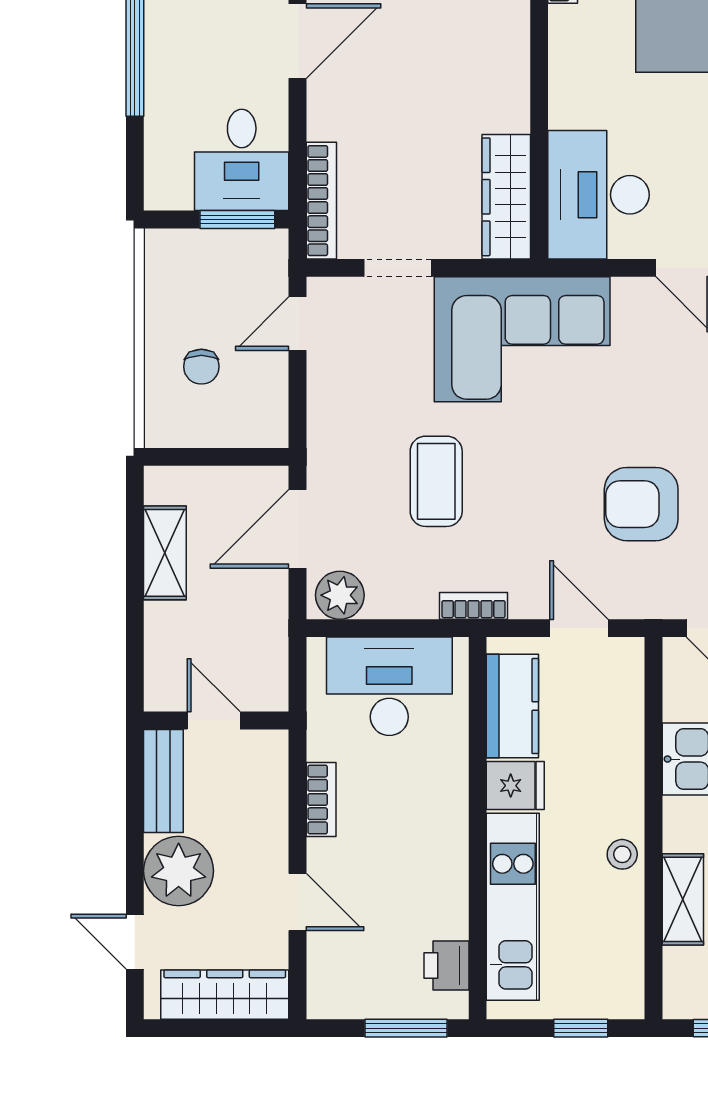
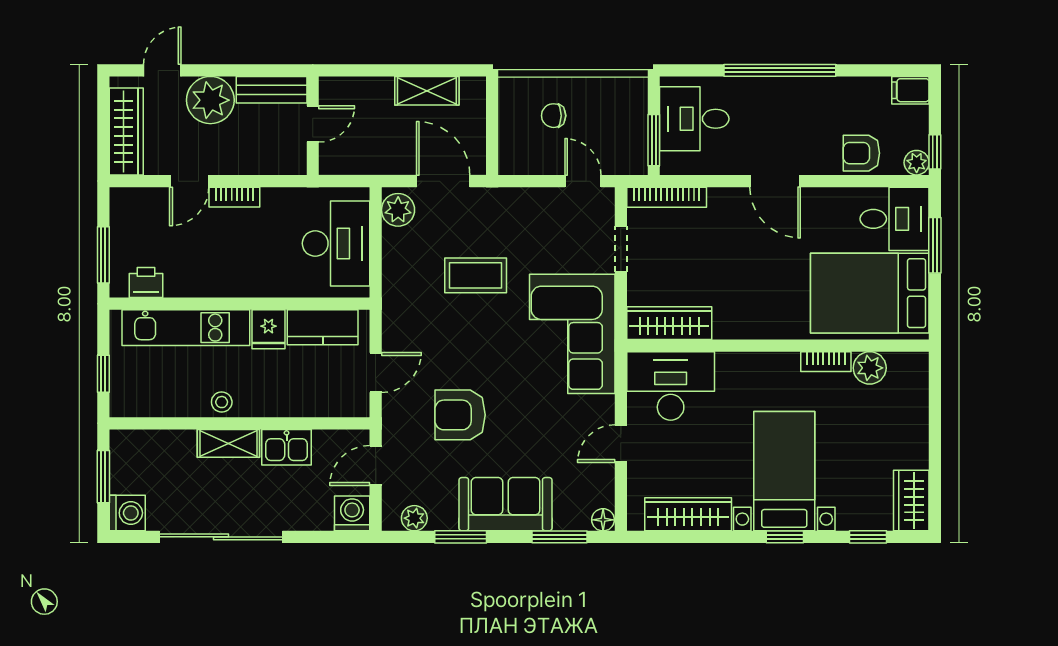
desk: (242, 160) -> (694, 119), moved
armchair: (641, 504) -> (460, 415), turned -90
bookcase: (474, 606) -> (391, 301), removed
bookcase: (321, 799) -> (234, 197), moved
shelving: (683, 899) -> (228, 443), moved

